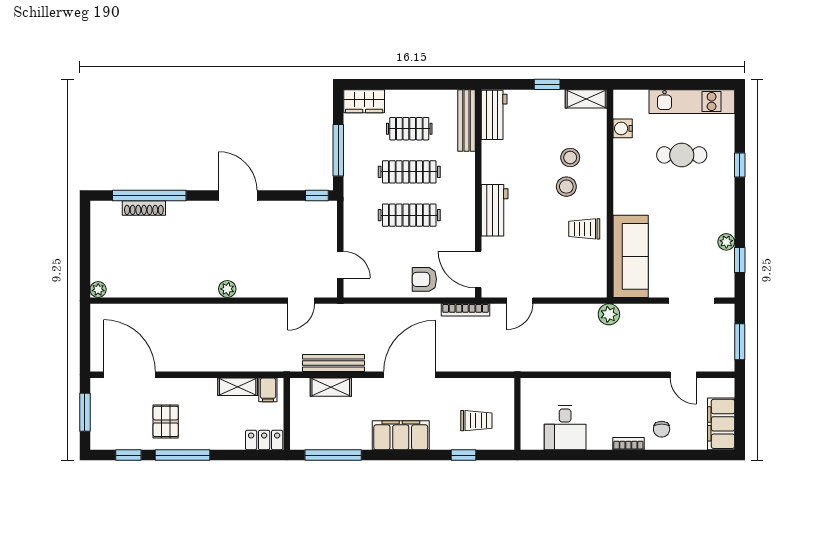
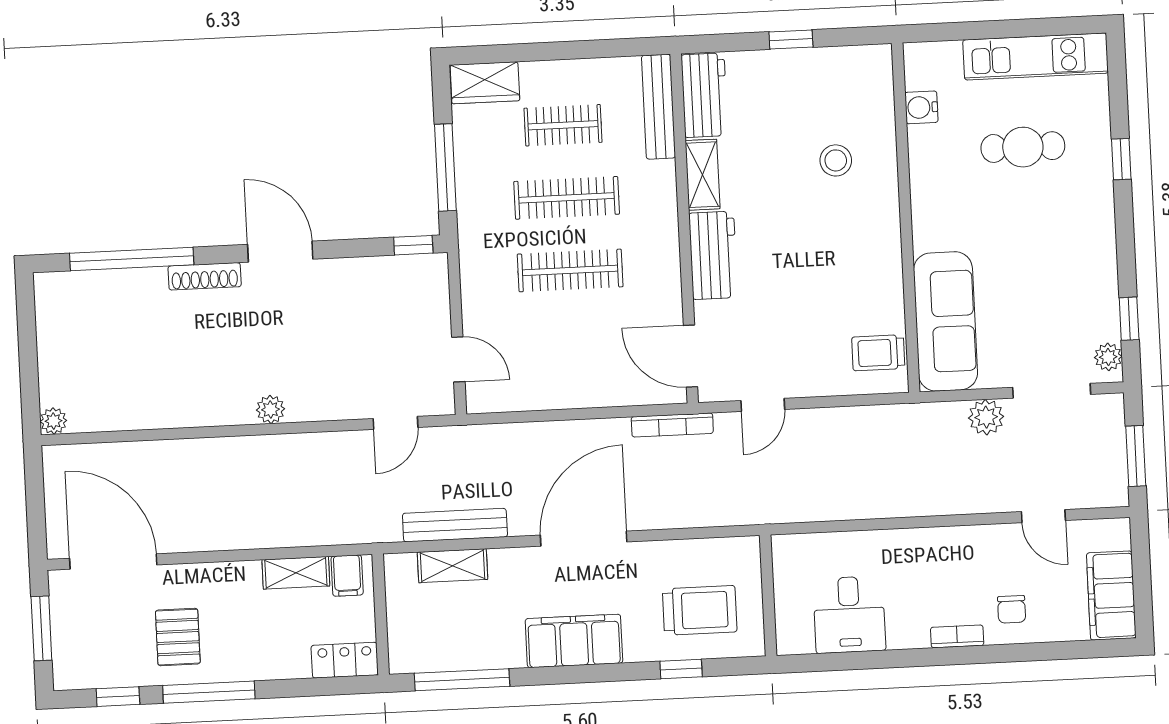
shelving: (586, 99) -> (703, 175), moved, turned 90
stool: (566, 187) -> (832, 210), removed
shoe rack: (144, 208) -> (205, 276), moved
trolley: (584, 229) -> (878, 353), moved
plant: (726, 242) -> (1108, 357), moved
armchair: (424, 279) -> (601, 377), removed
plant: (609, 314) -> (986, 417), moved
trolley: (476, 421) -> (700, 610), width x1.36, depth x1.39

